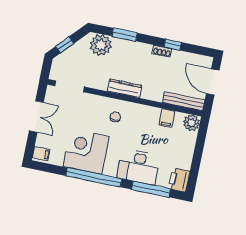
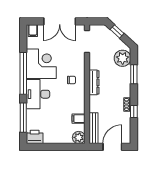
double door: (36, 117) -> (60, 21), width x1.37
desk: (138, 167) -> (38, 94), moved

